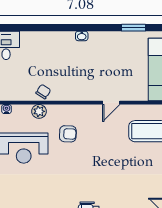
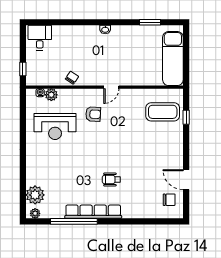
door: (111, 103) -> (111, 87), moved
plant: (39, 111) -> (51, 95), moved

